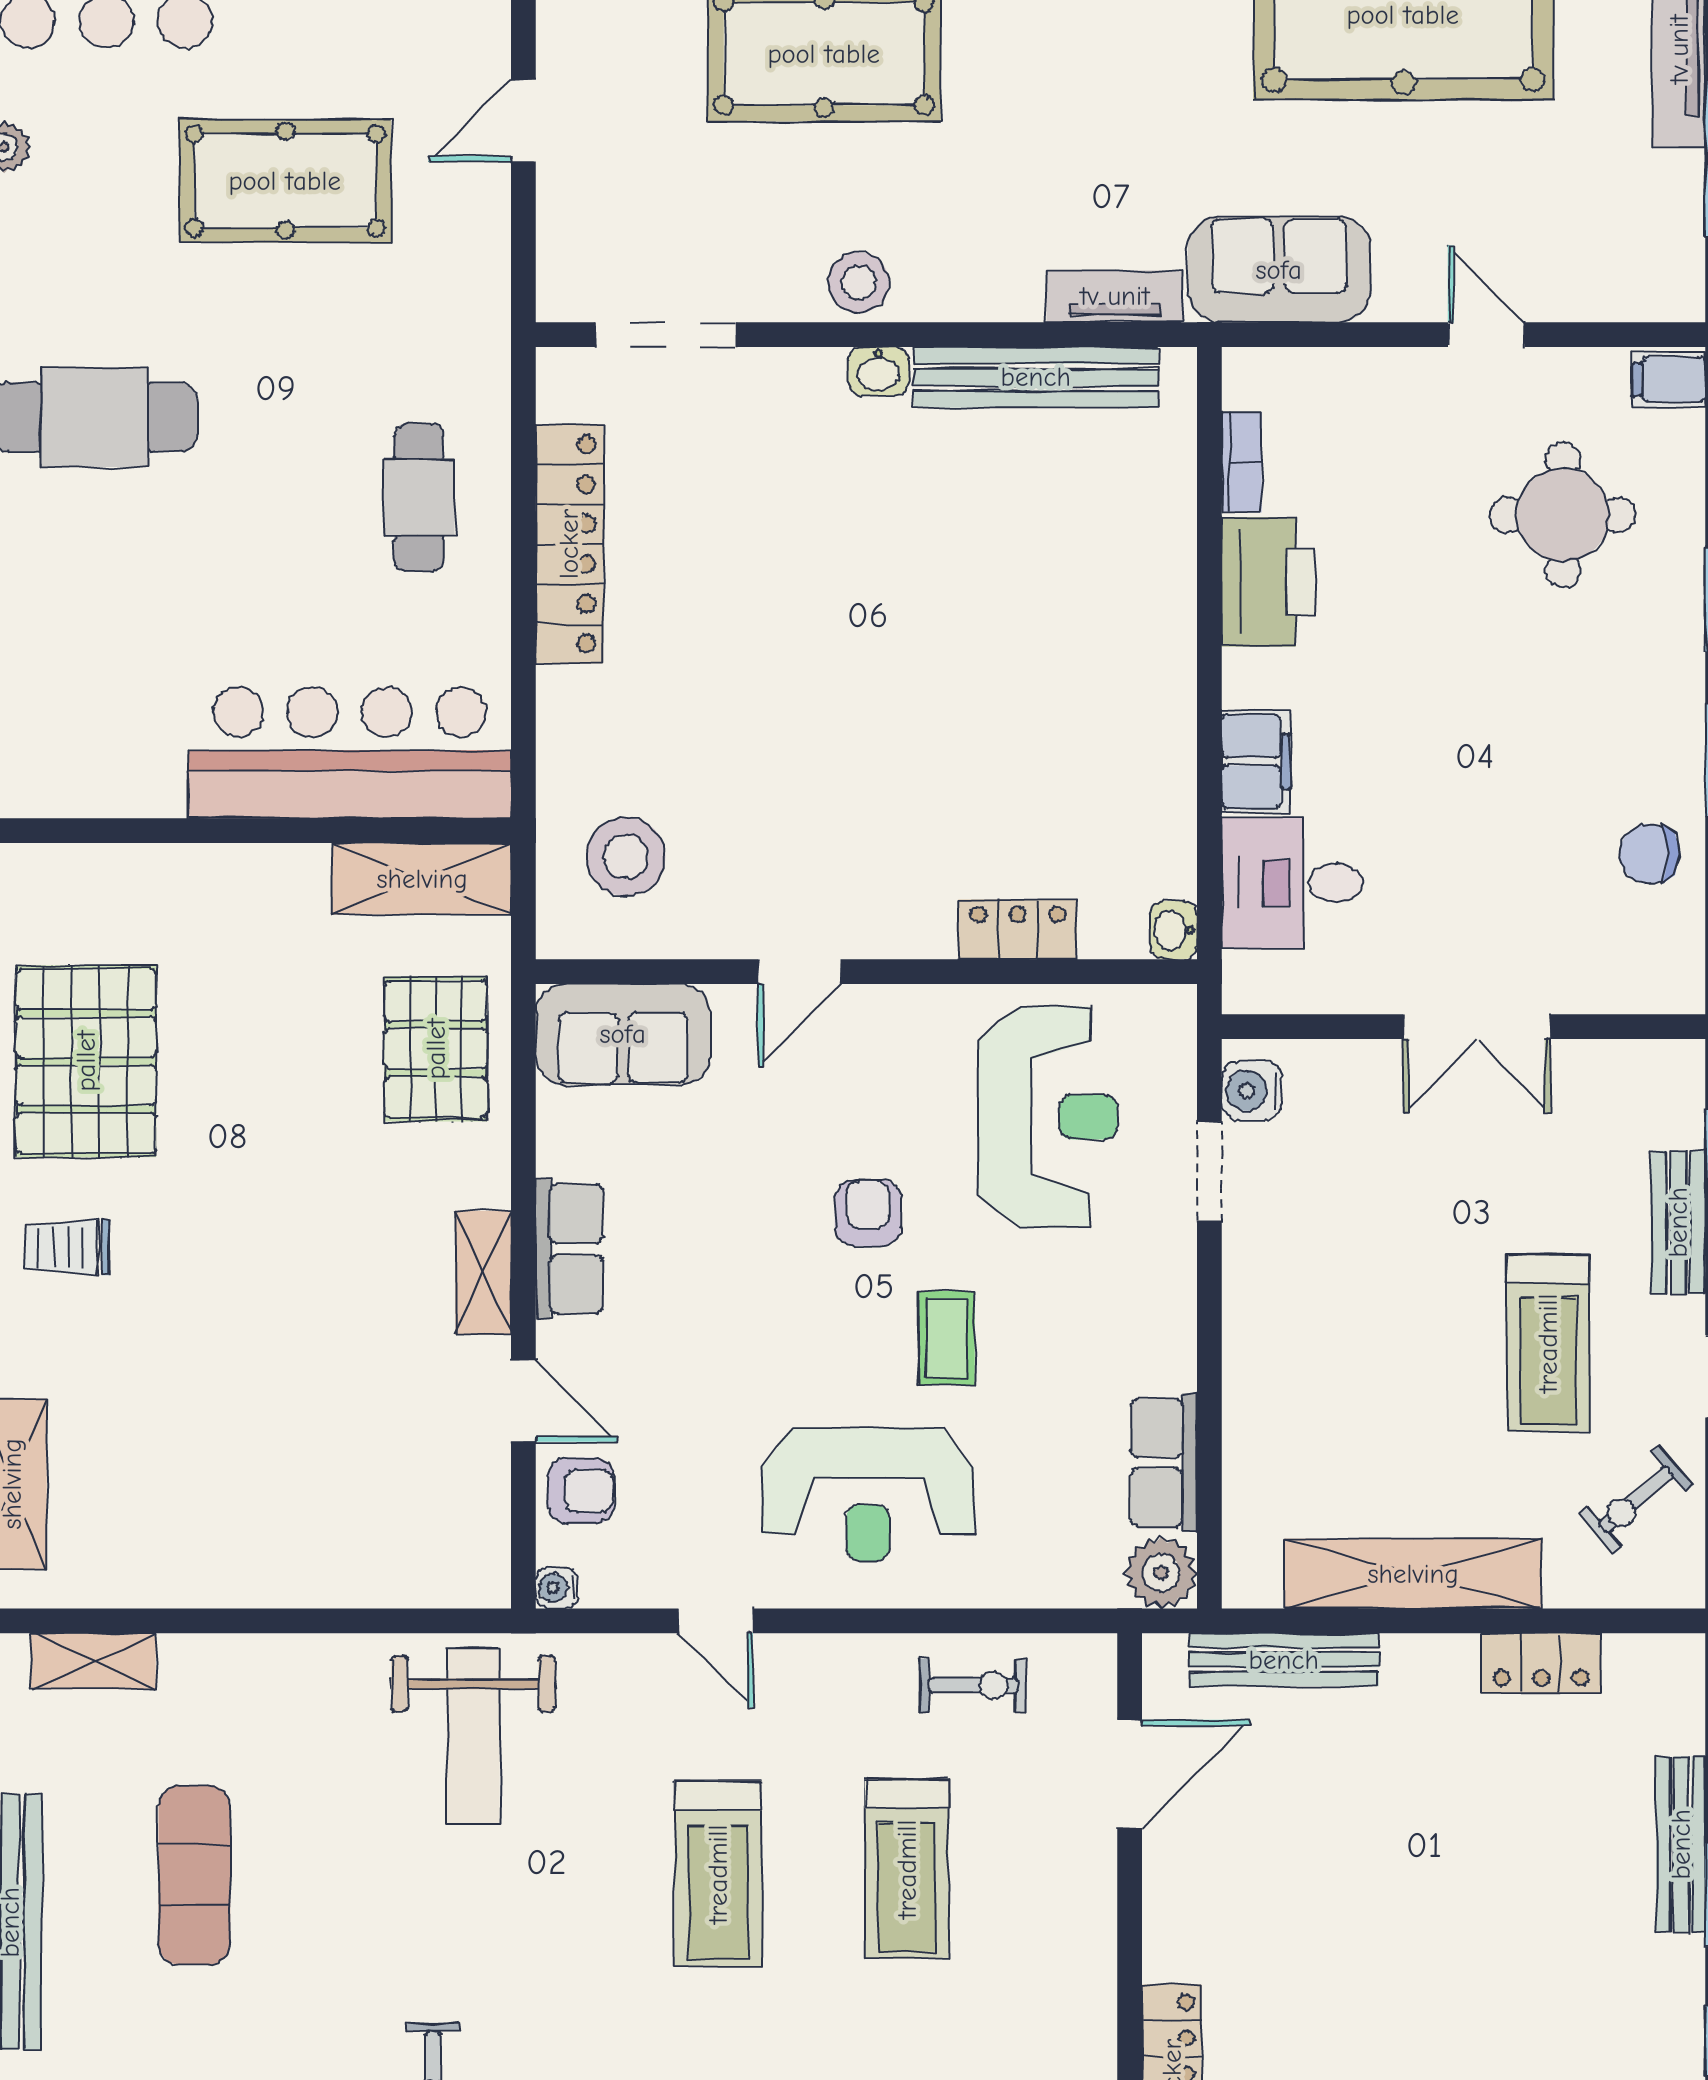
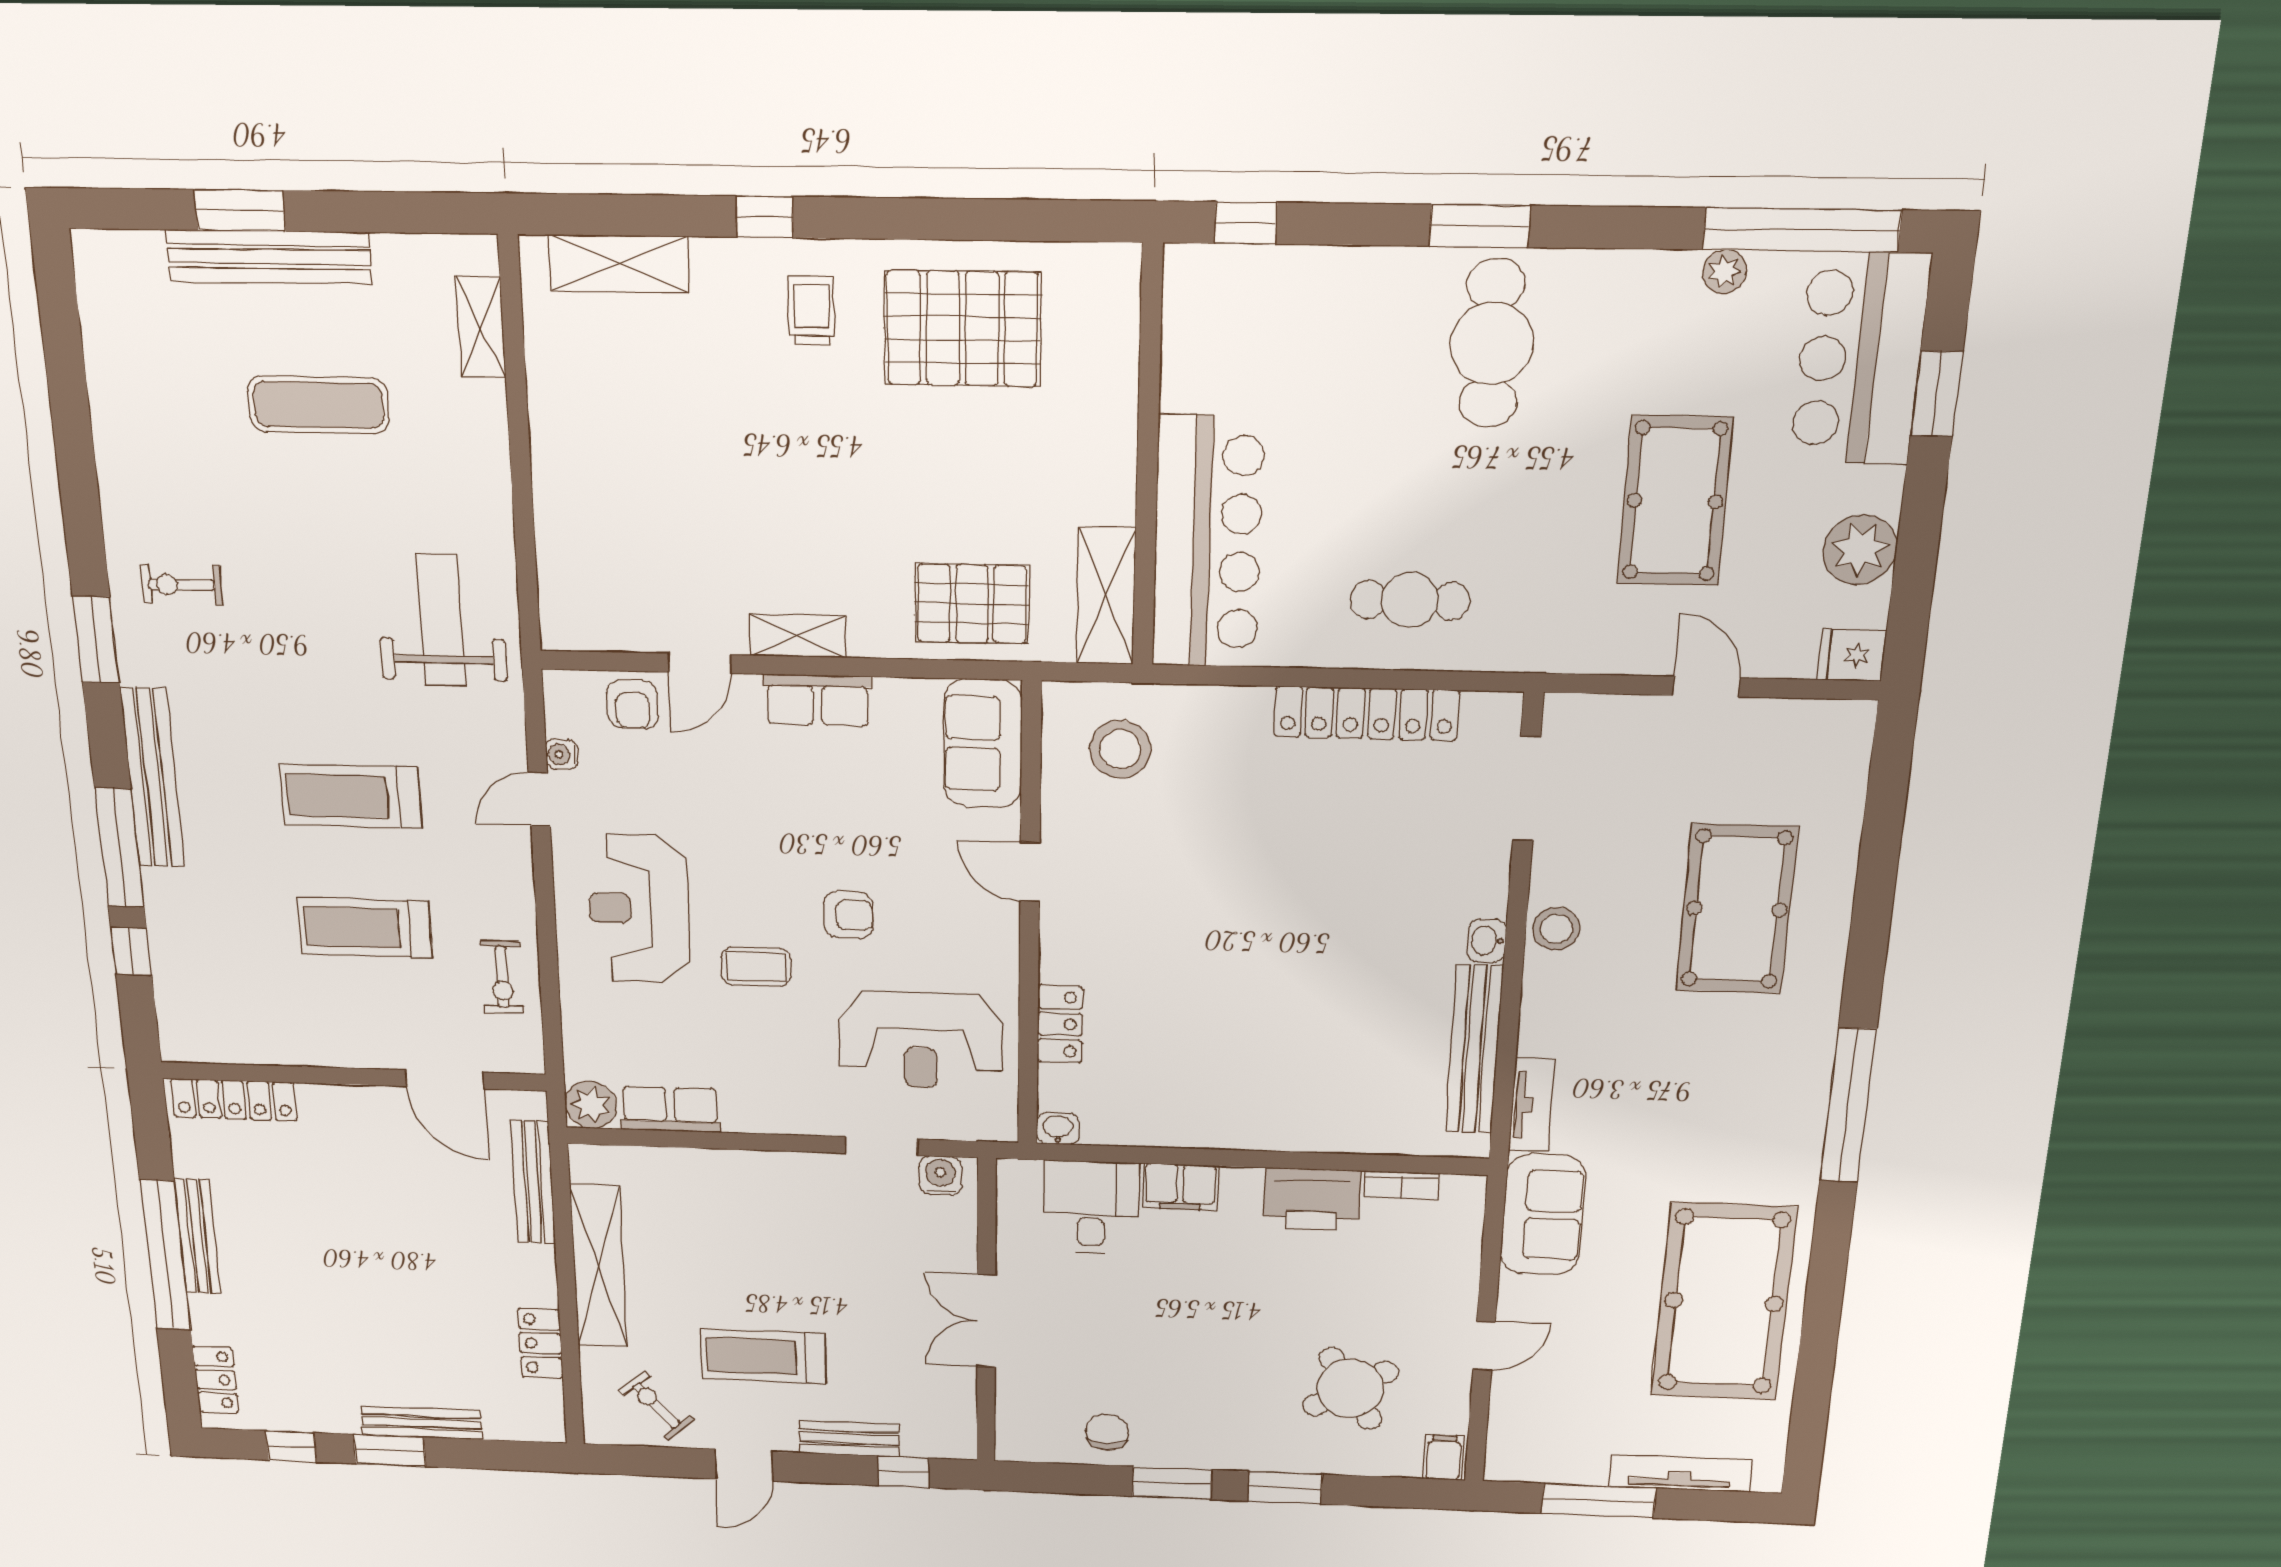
round table: (1563, 515) -> (1351, 1388), turned -31
water cooler: (556, 1588) -> (562, 754), moved, turned -90
weight bench: (473, 1736) -> (441, 620), turned 90

